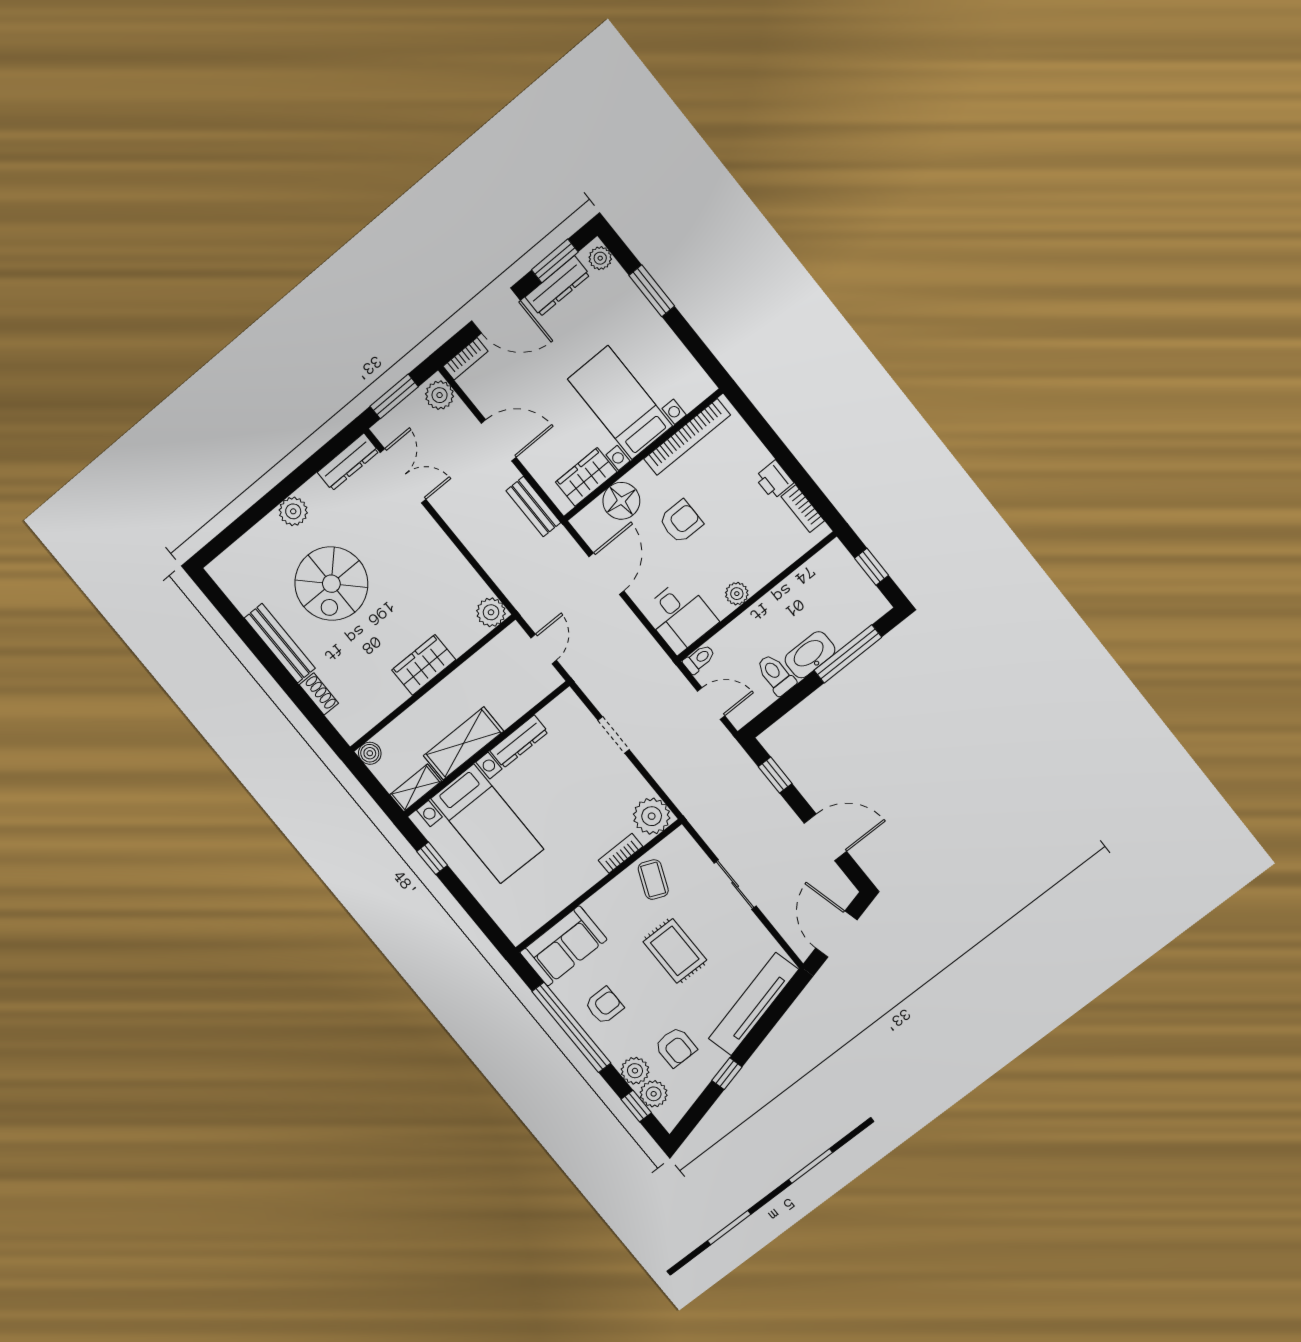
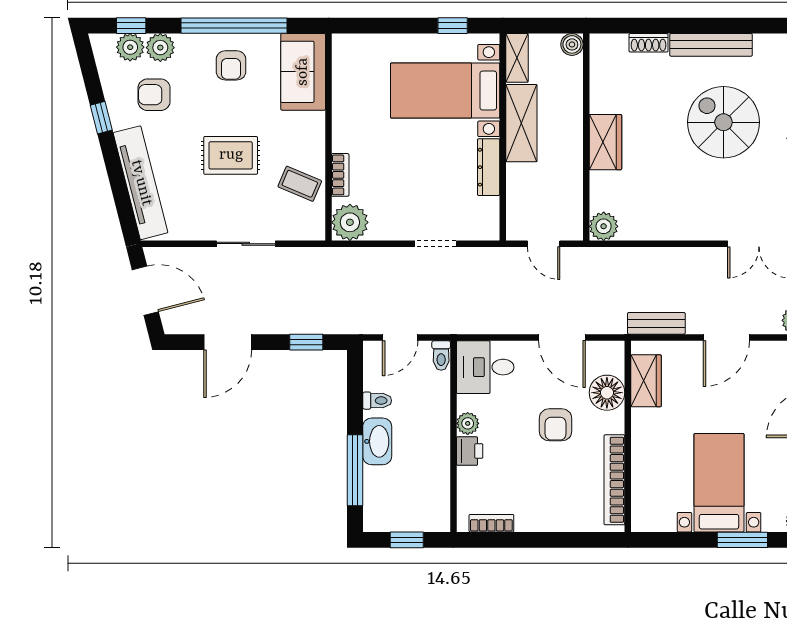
bed with nightstands: (620, 403) -> (719, 483), moved, turned -90
printer: (774, 480) -> (470, 451), moved, turned 90
toilet: (776, 675) -> (377, 401), width x0.73, depth x0.72

